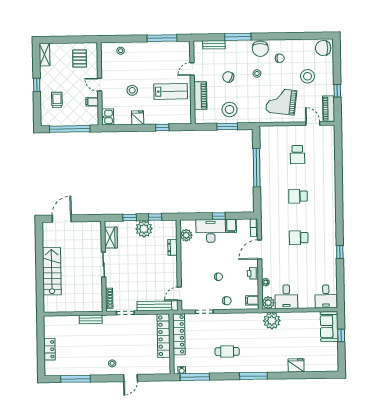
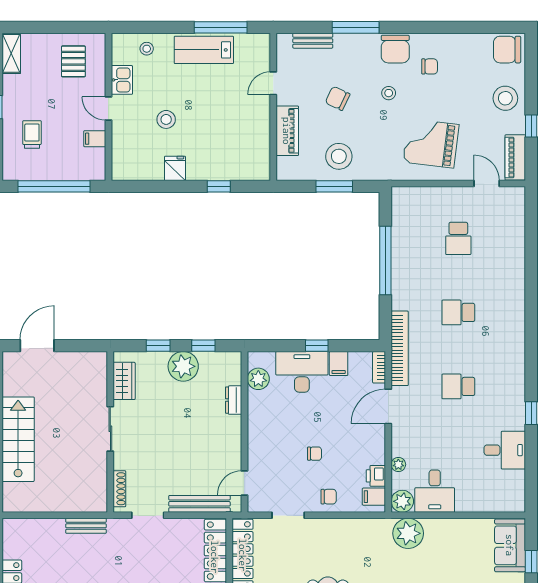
stool: (308, 76) -> (505, 98), moved
lab bench: (171, 91) -> (204, 50), moved, turned 180
kitchen sink: (108, 117) -> (122, 80), moved
bookcase: (265, 217) -> (400, 348), added
printer: (253, 273) -> (376, 476), moved
desk: (326, 296) -> (505, 450), moved, turned -90

